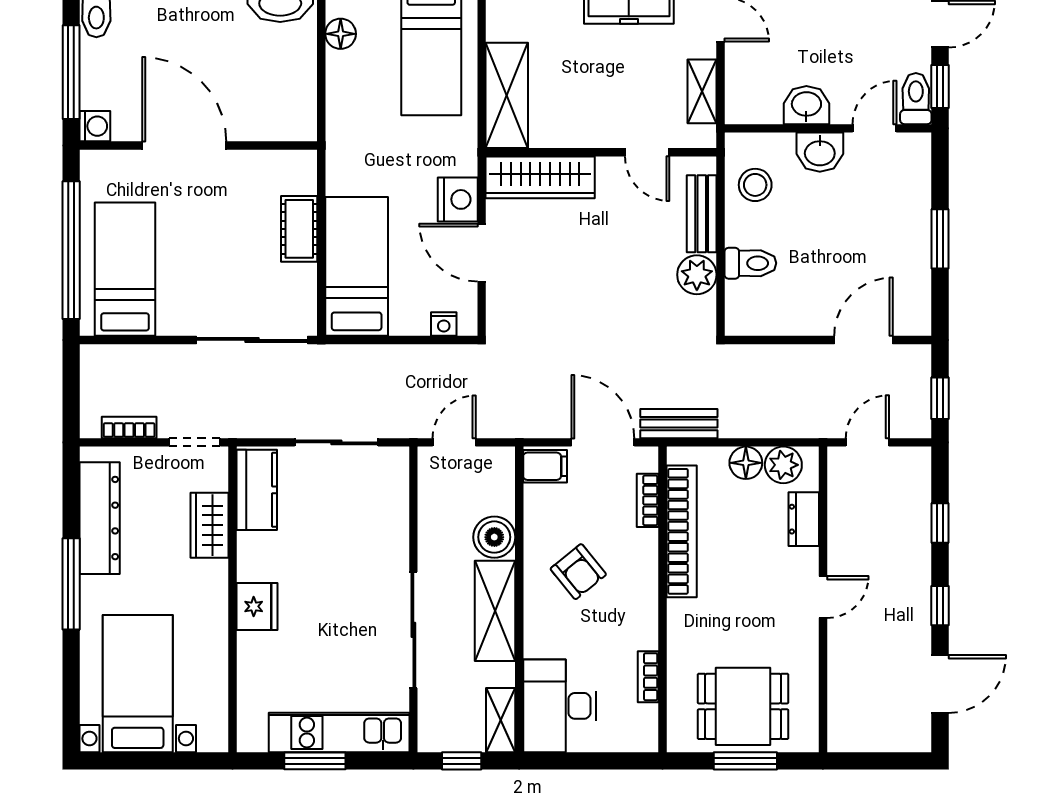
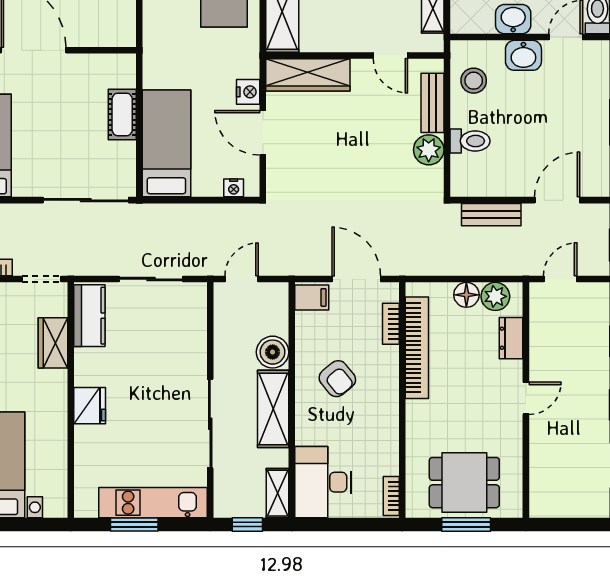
nightstand: (458, 199) -> (248, 92), width x0.74, depth x0.75
bench: (679, 424) -> (491, 215), moved
bookcase: (648, 677) -> (391, 496), moved

